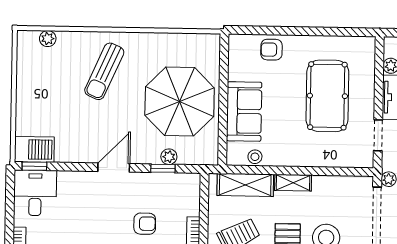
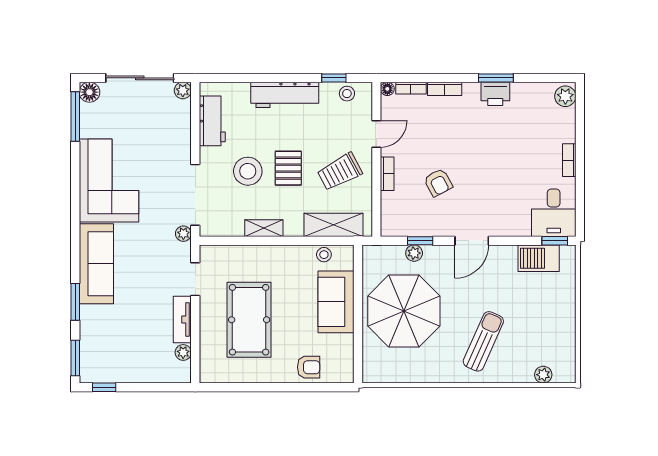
barbecue: (34, 149) -> (539, 258), moved
shelving: (293, 183) -> (264, 228), moved
armchair: (145, 224) -> (438, 182), turned -118

